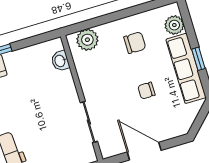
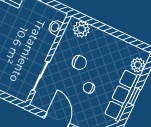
chair: (135, 43) -> (79, 63), moved

